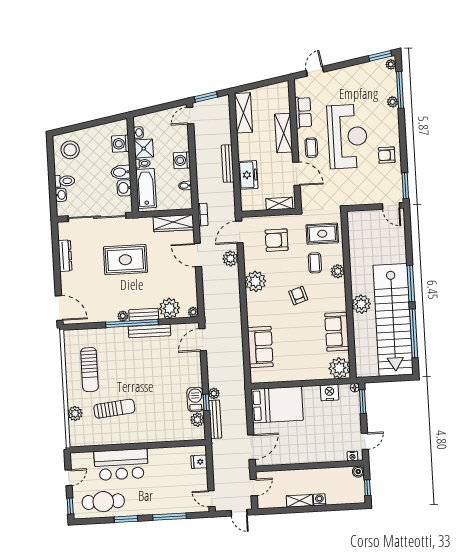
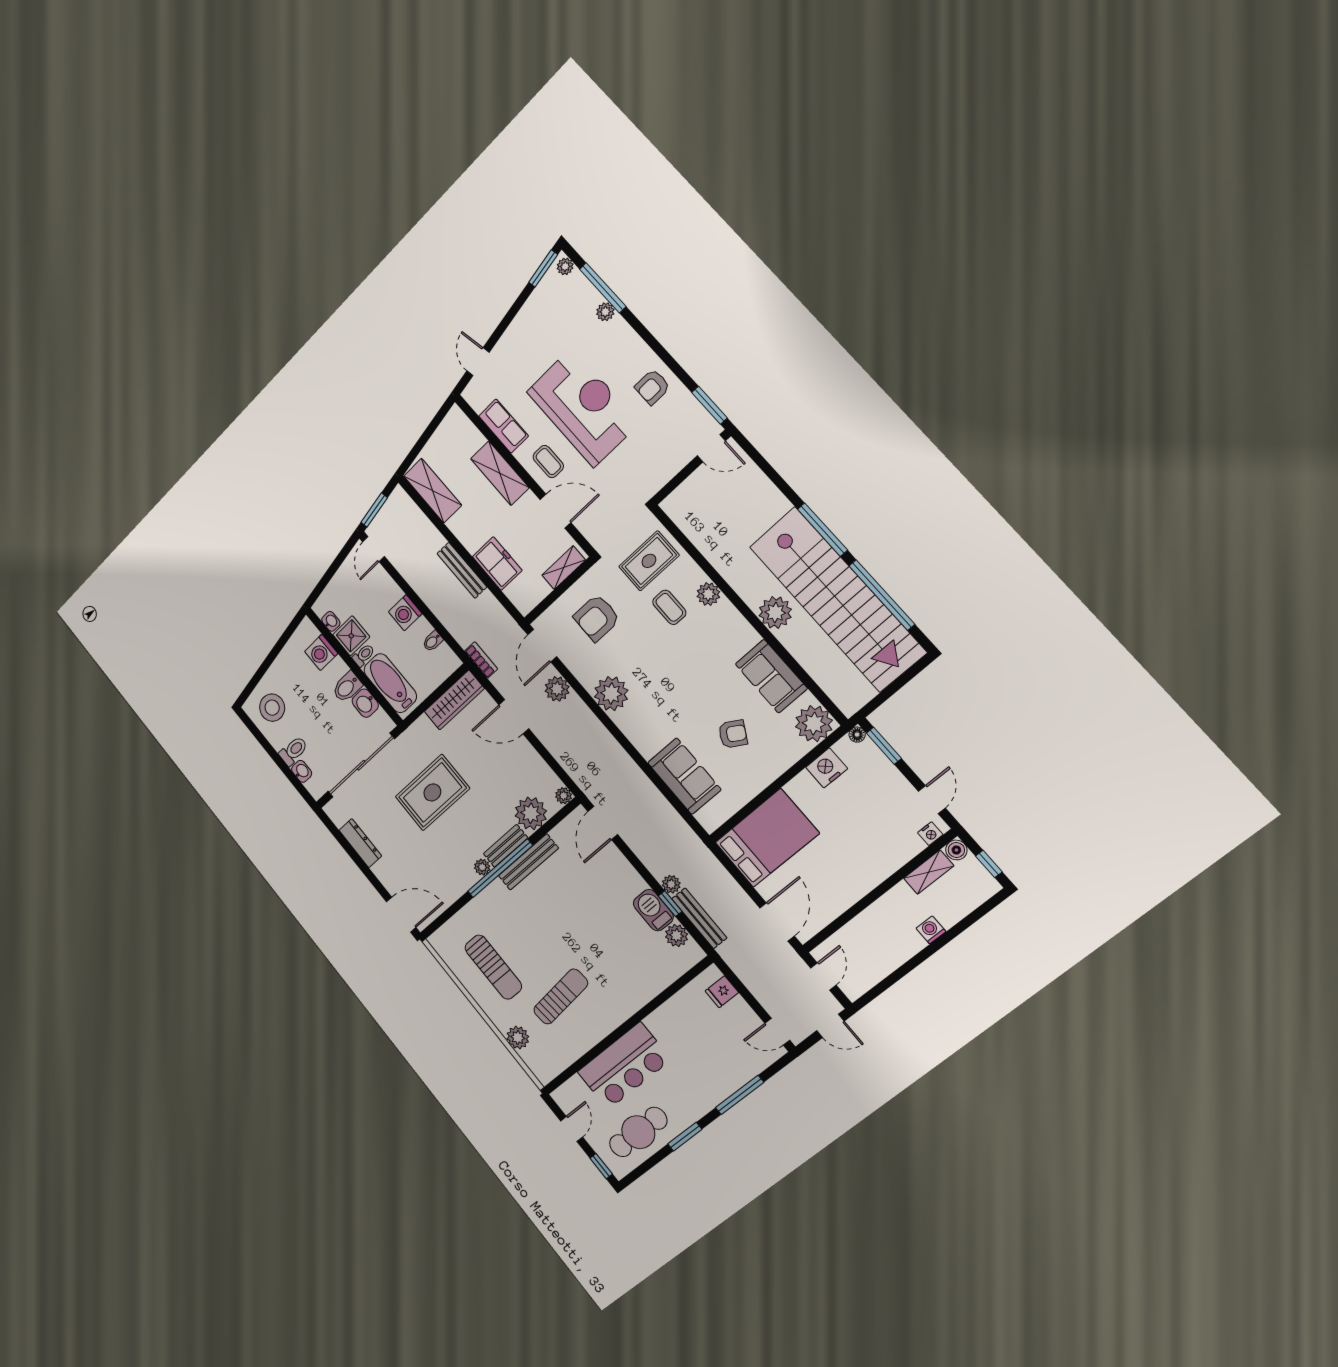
armchair: (298, 296) -> (733, 734), moved, turned 138
shelving: (300, 501) -> (929, 872), moved

